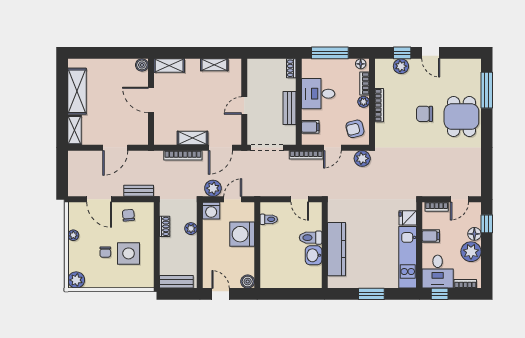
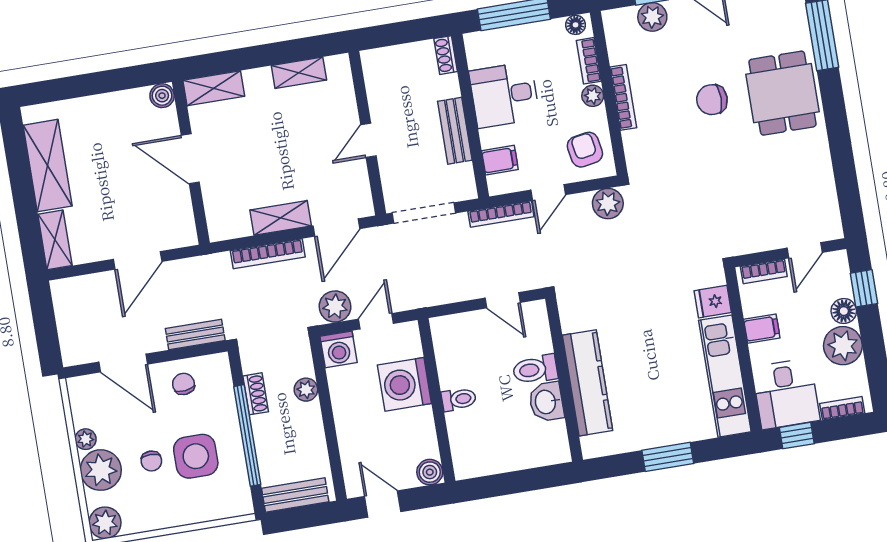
armchair: (355, 129) -> (585, 150), turned 94
toilet: (269, 219) -> (459, 399), moved
window: (157, 247) -> (247, 435), added
plant: (78, 252) -> (101, 470), added

